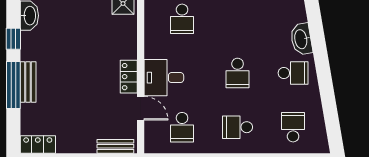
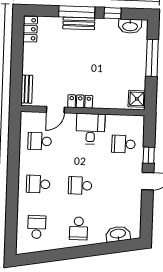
washbasin: (301, 39) -> (118, 234), moved
desk: (164, 78) -> (90, 129), moved
school desk: (238, 127) -> (38, 184), turned -90
school desk: (293, 127) -> (37, 227), turned -90

